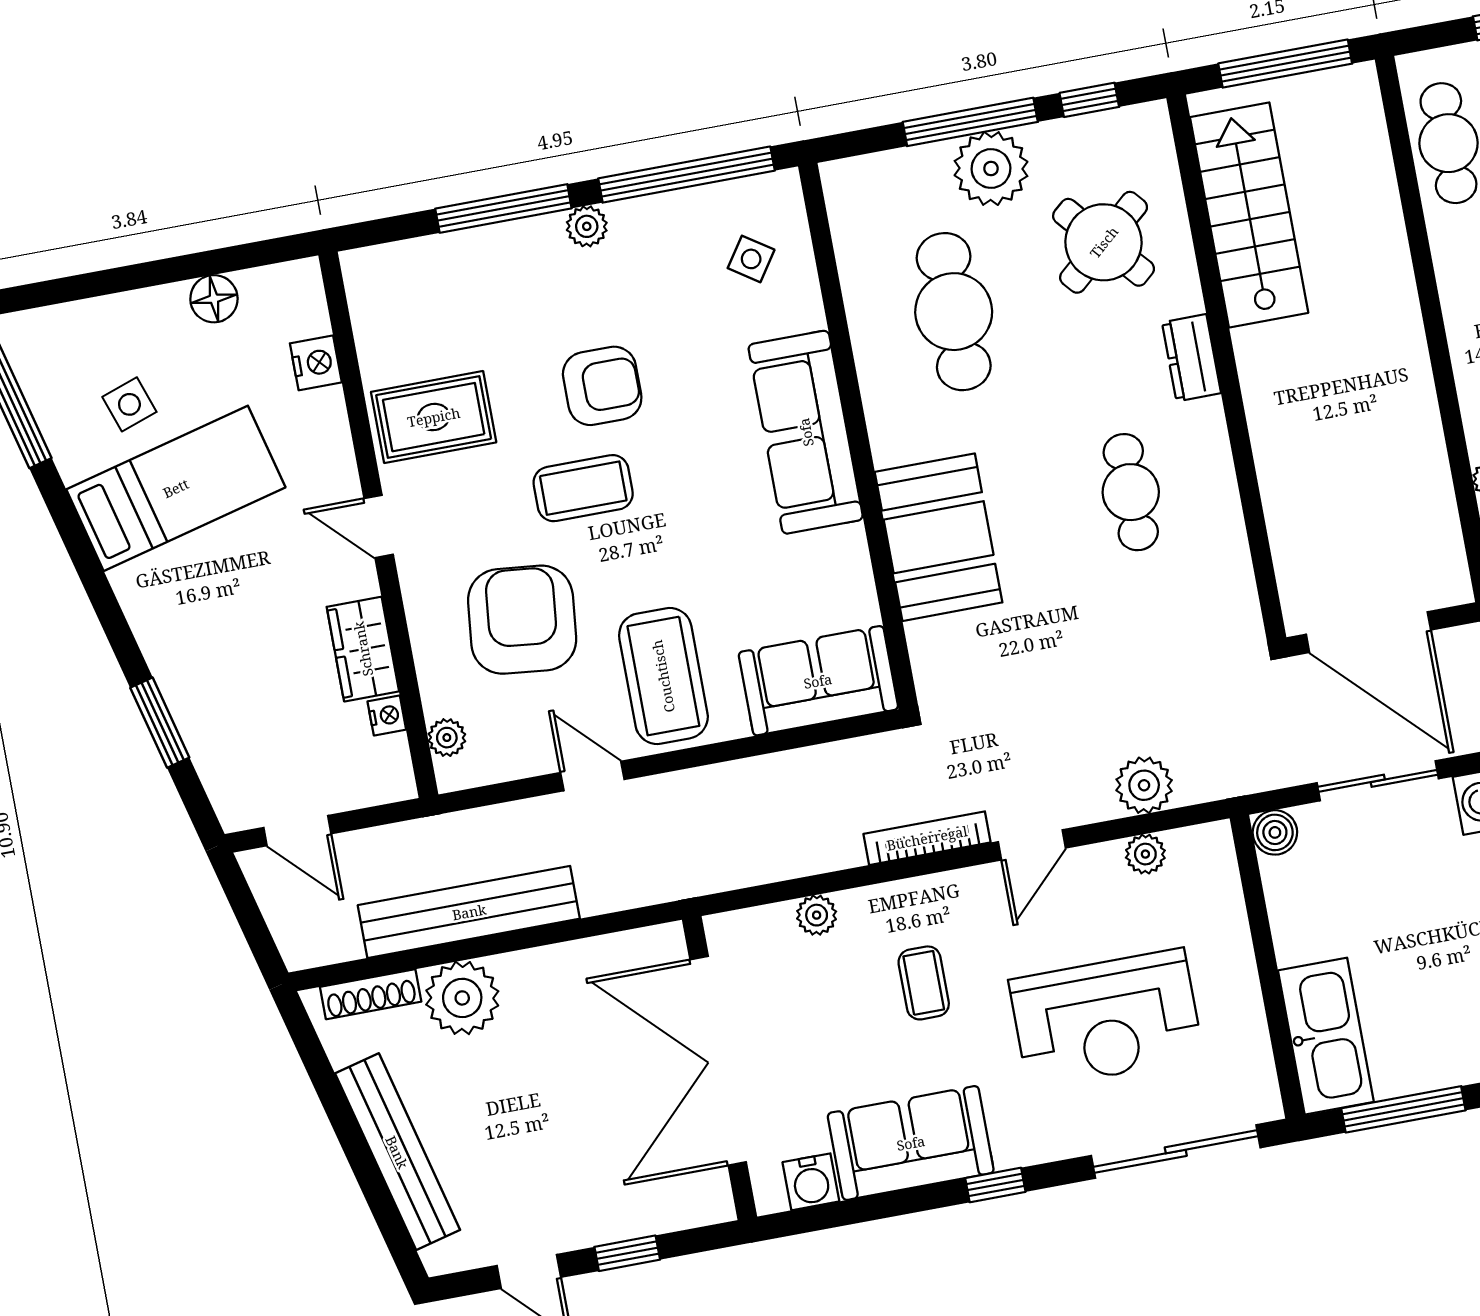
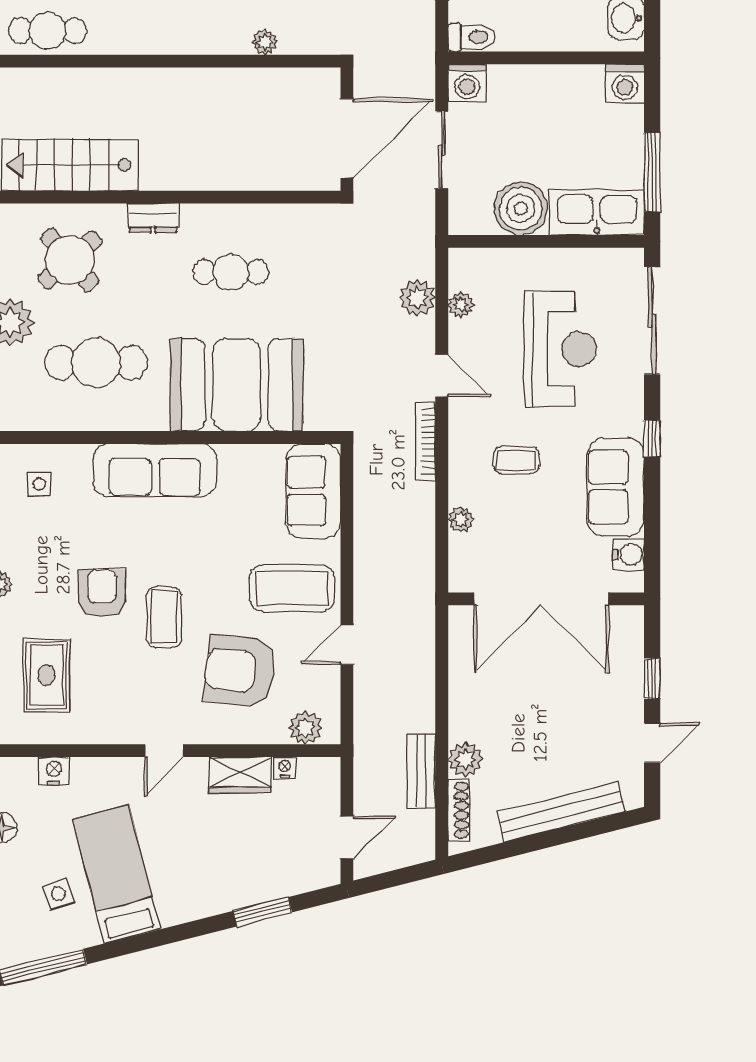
side table: (751, 259) -> (39, 484), turned -34
rug: (434, 417) -> (47, 675), moved
booth: (939, 537) -> (237, 385), width x1.36, depth x1.42
plant: (447, 738) -> (306, 728), width x1.38, depth x1.38
boiler: (1275, 832) -> (521, 208), moved, width x1.86, depth x1.86
bench: (469, 912) -> (421, 771), width x0.54, depth x0.82
plant: (462, 998) -> (465, 759), width x0.73, depth x0.73

